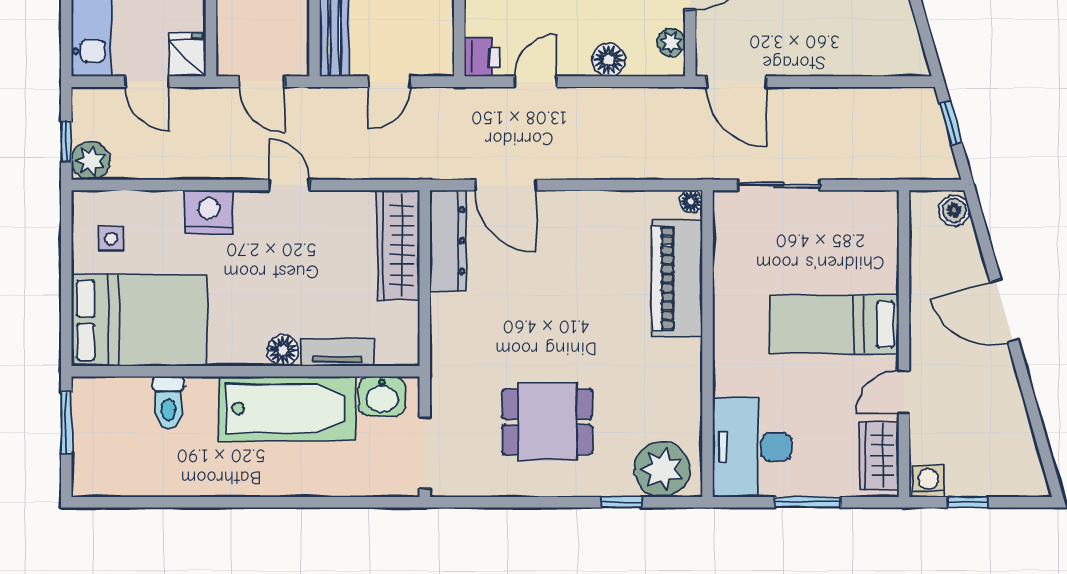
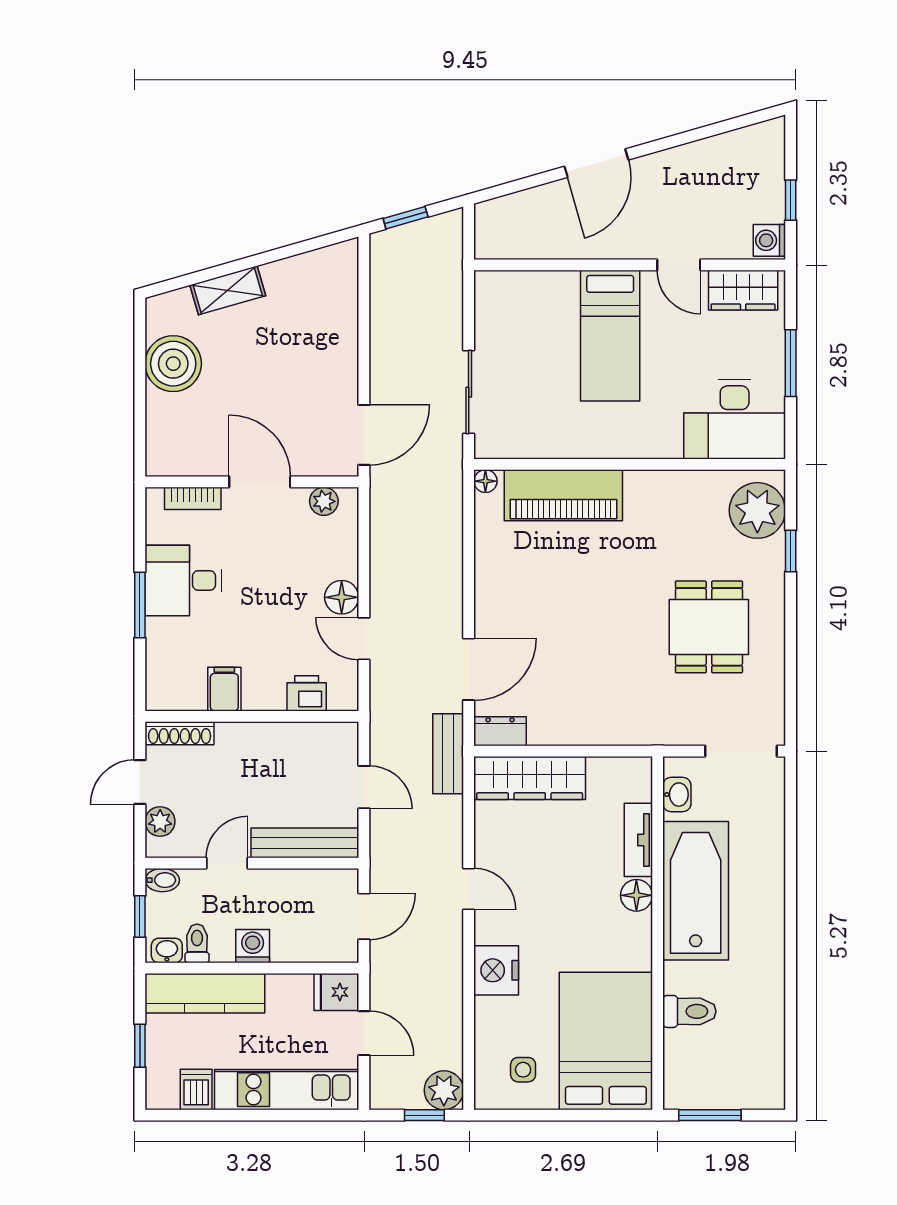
printer: (482, 57) -> (307, 693), moved
floor lamp: (609, 60) -> (342, 597), moved
door: (147, 82) -> (364, 1033), hinge flipped
bench: (422, 165) -> (448, 754), added
door: (289, 185) -> (469, 889), swing flipped
boiler: (954, 210) -> (495, 214), removed
dresser: (448, 241) -> (500, 731), width x0.51, depth x0.80
washbasin: (382, 396) -> (677, 795), width x0.72, depth x0.69

